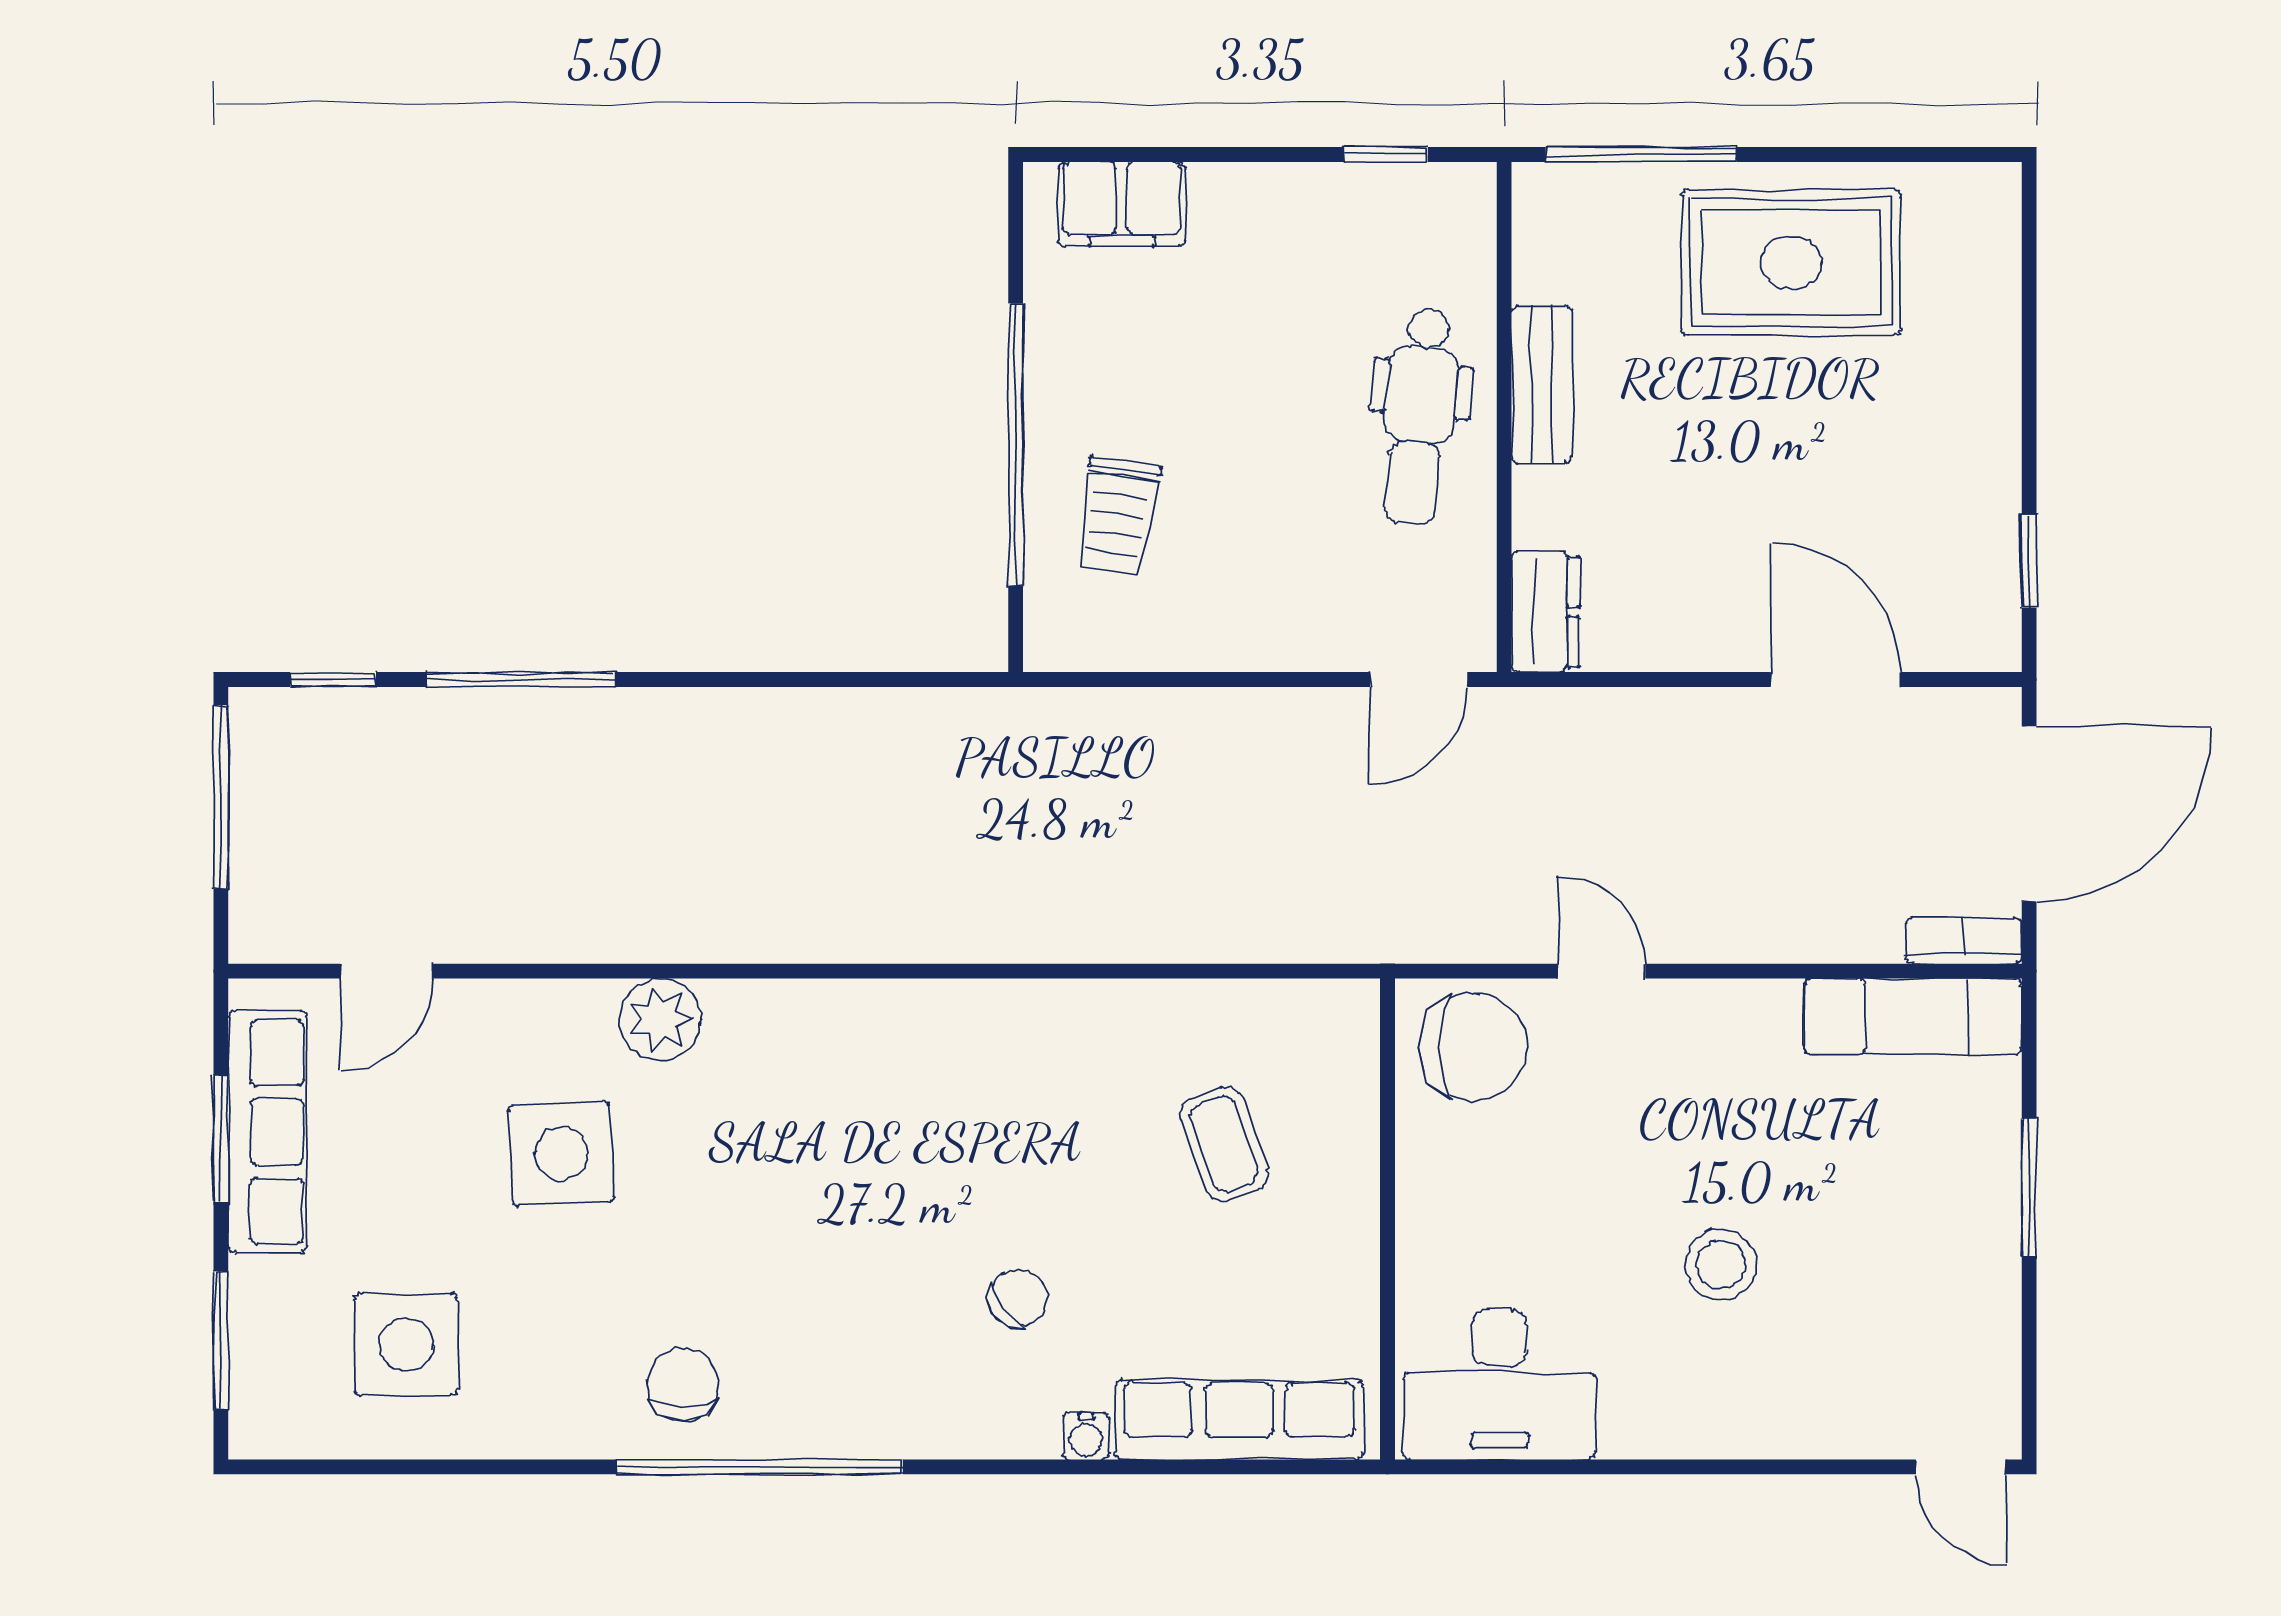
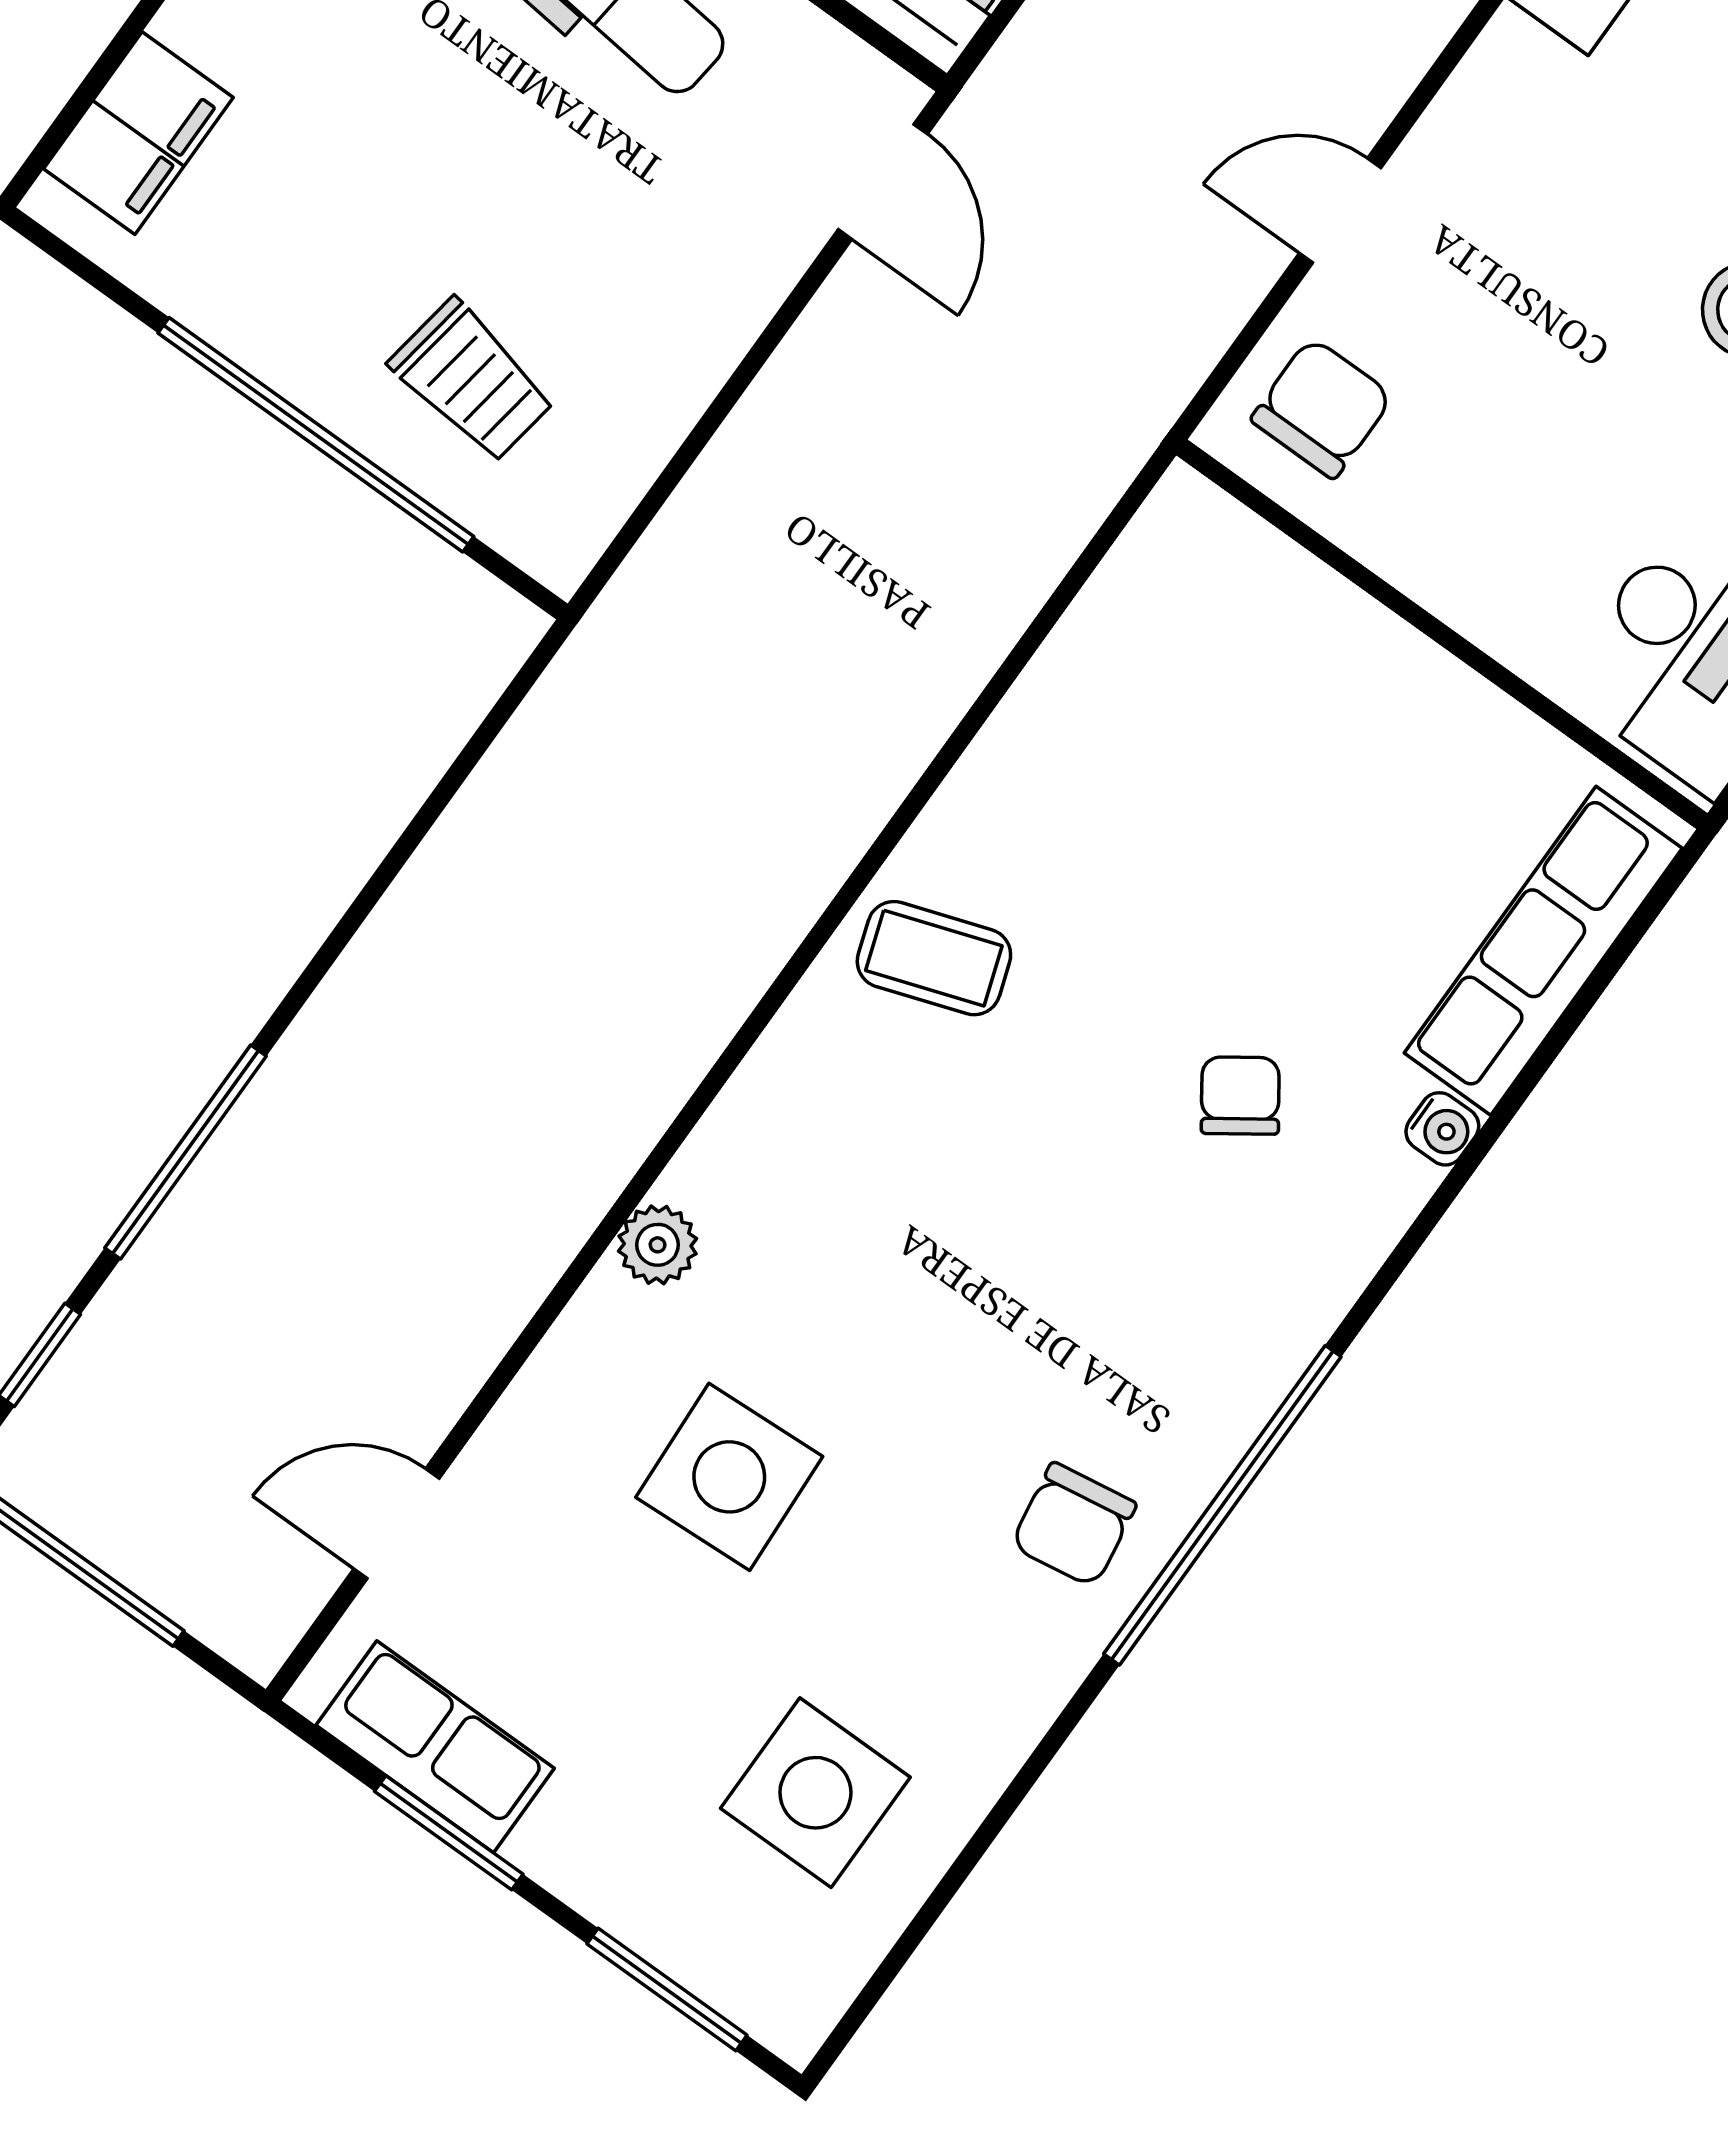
door: (387, 971) -> (396, 1524), swing flipped
plant: (660, 1019) -> (658, 1245), width x0.73, depth x0.73
chair: (1473, 1047) -> (1322, 408), width x0.73, depth x0.73
row of seats: (267, 1132) -> (435, 1747), width x0.68
coffee table: (1224, 1144) -> (934, 958), moved
chair: (683, 1385) -> (1074, 1525), turned -99

